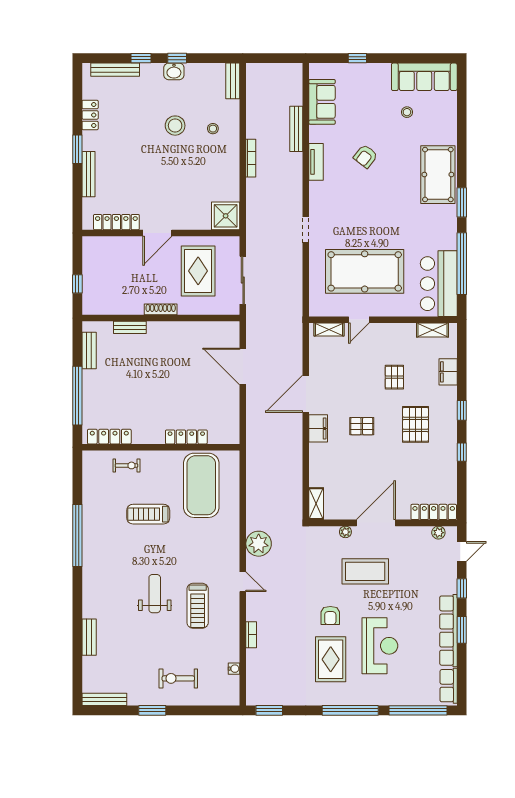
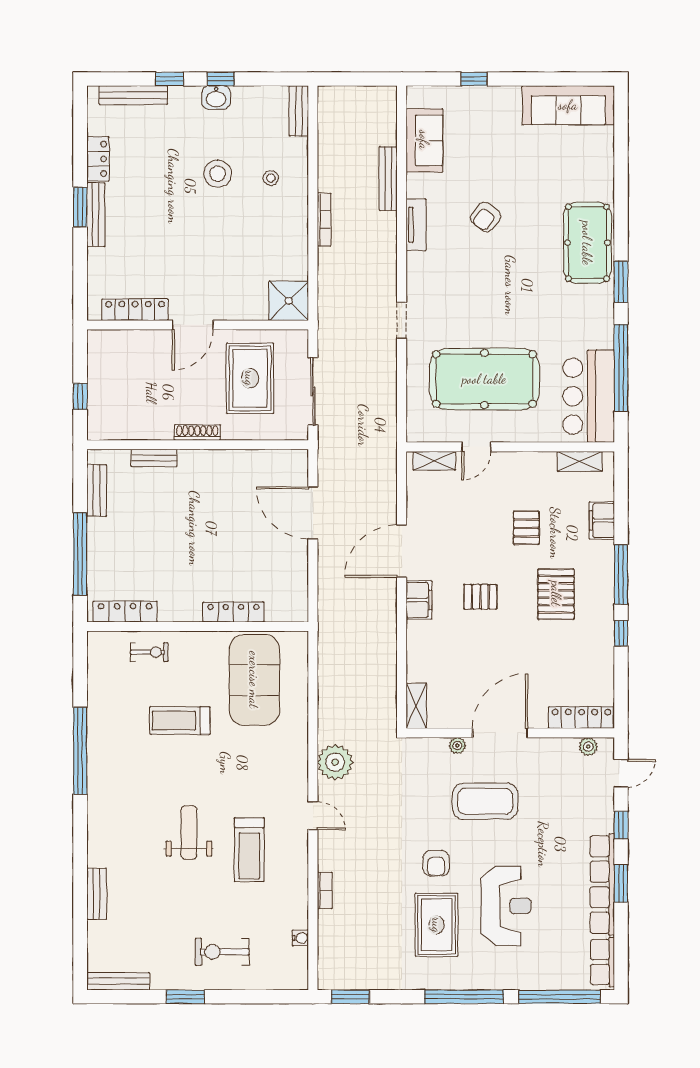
stool: (407, 112) -> (544, 155), removed
bench: (88, 174) -> (96, 215), moved
window: (462, 410) -> (621, 574), width x2.17

